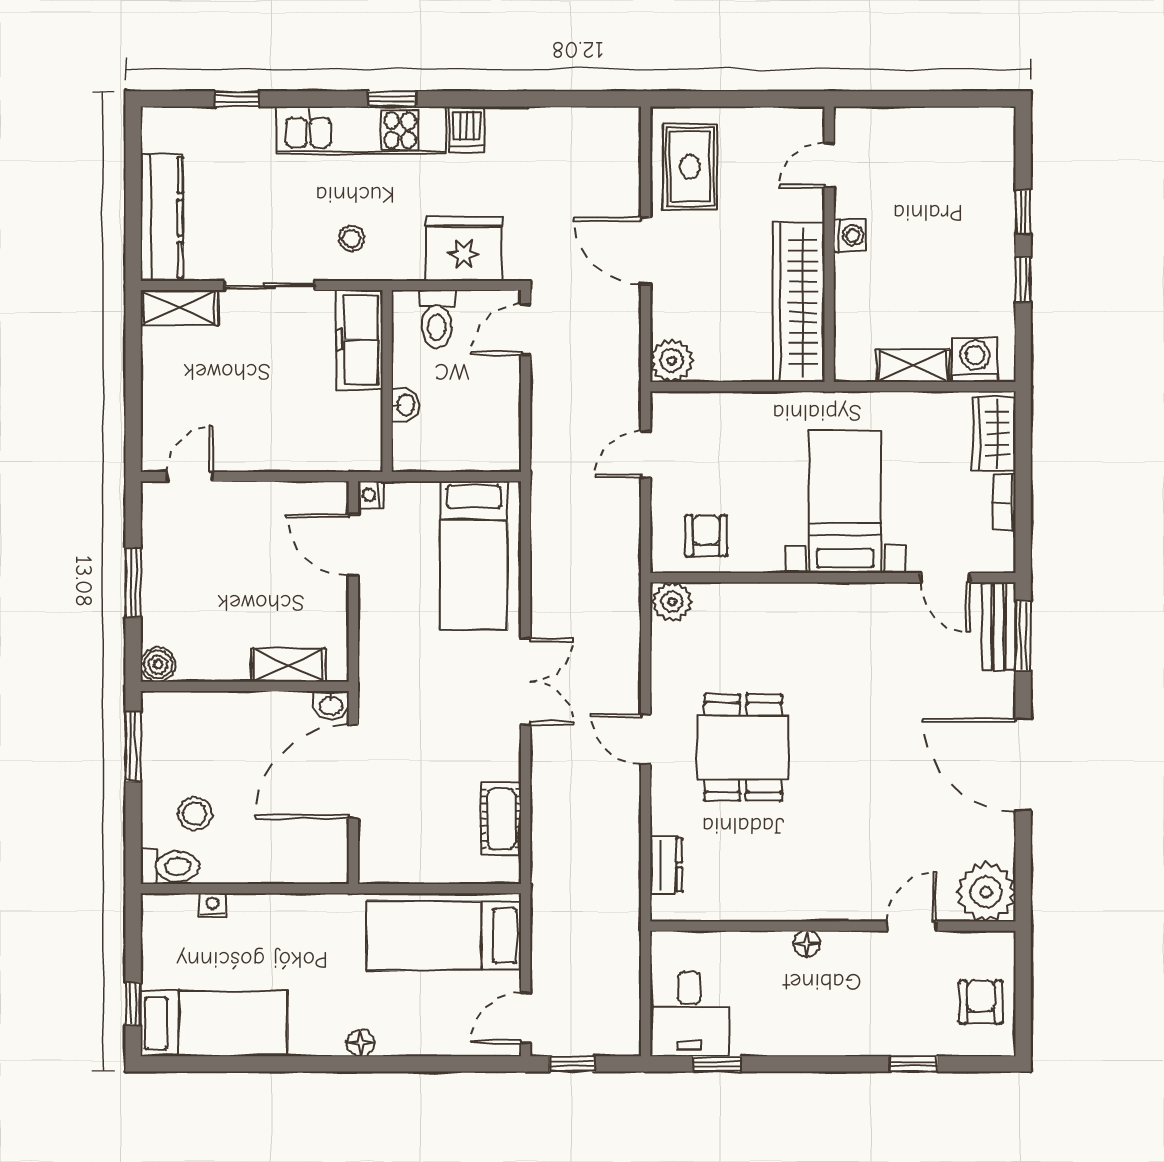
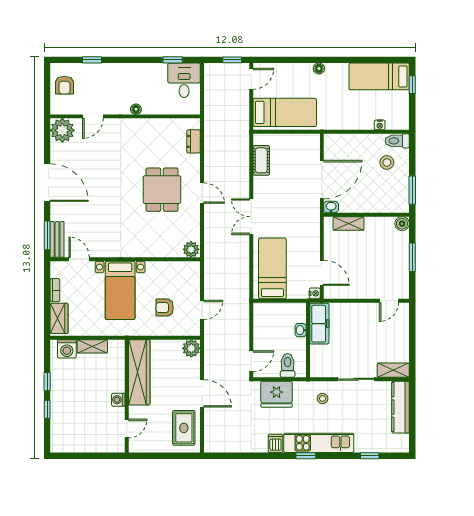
freezer: (359, 340) -> (319, 324), moved
armchair: (706, 536) -> (165, 308), moved, turned 90

